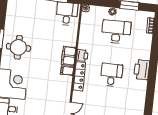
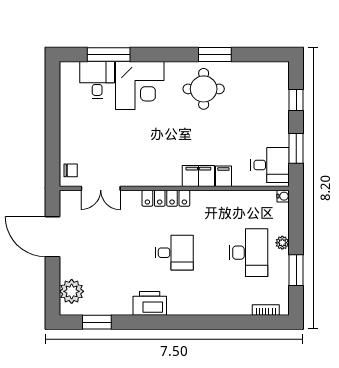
printer: (82, 55) -> (202, 199), removed
printer: (142, 70) -> (150, 303), moved
filing cabinet: (67, 71) -> (223, 176), moved

